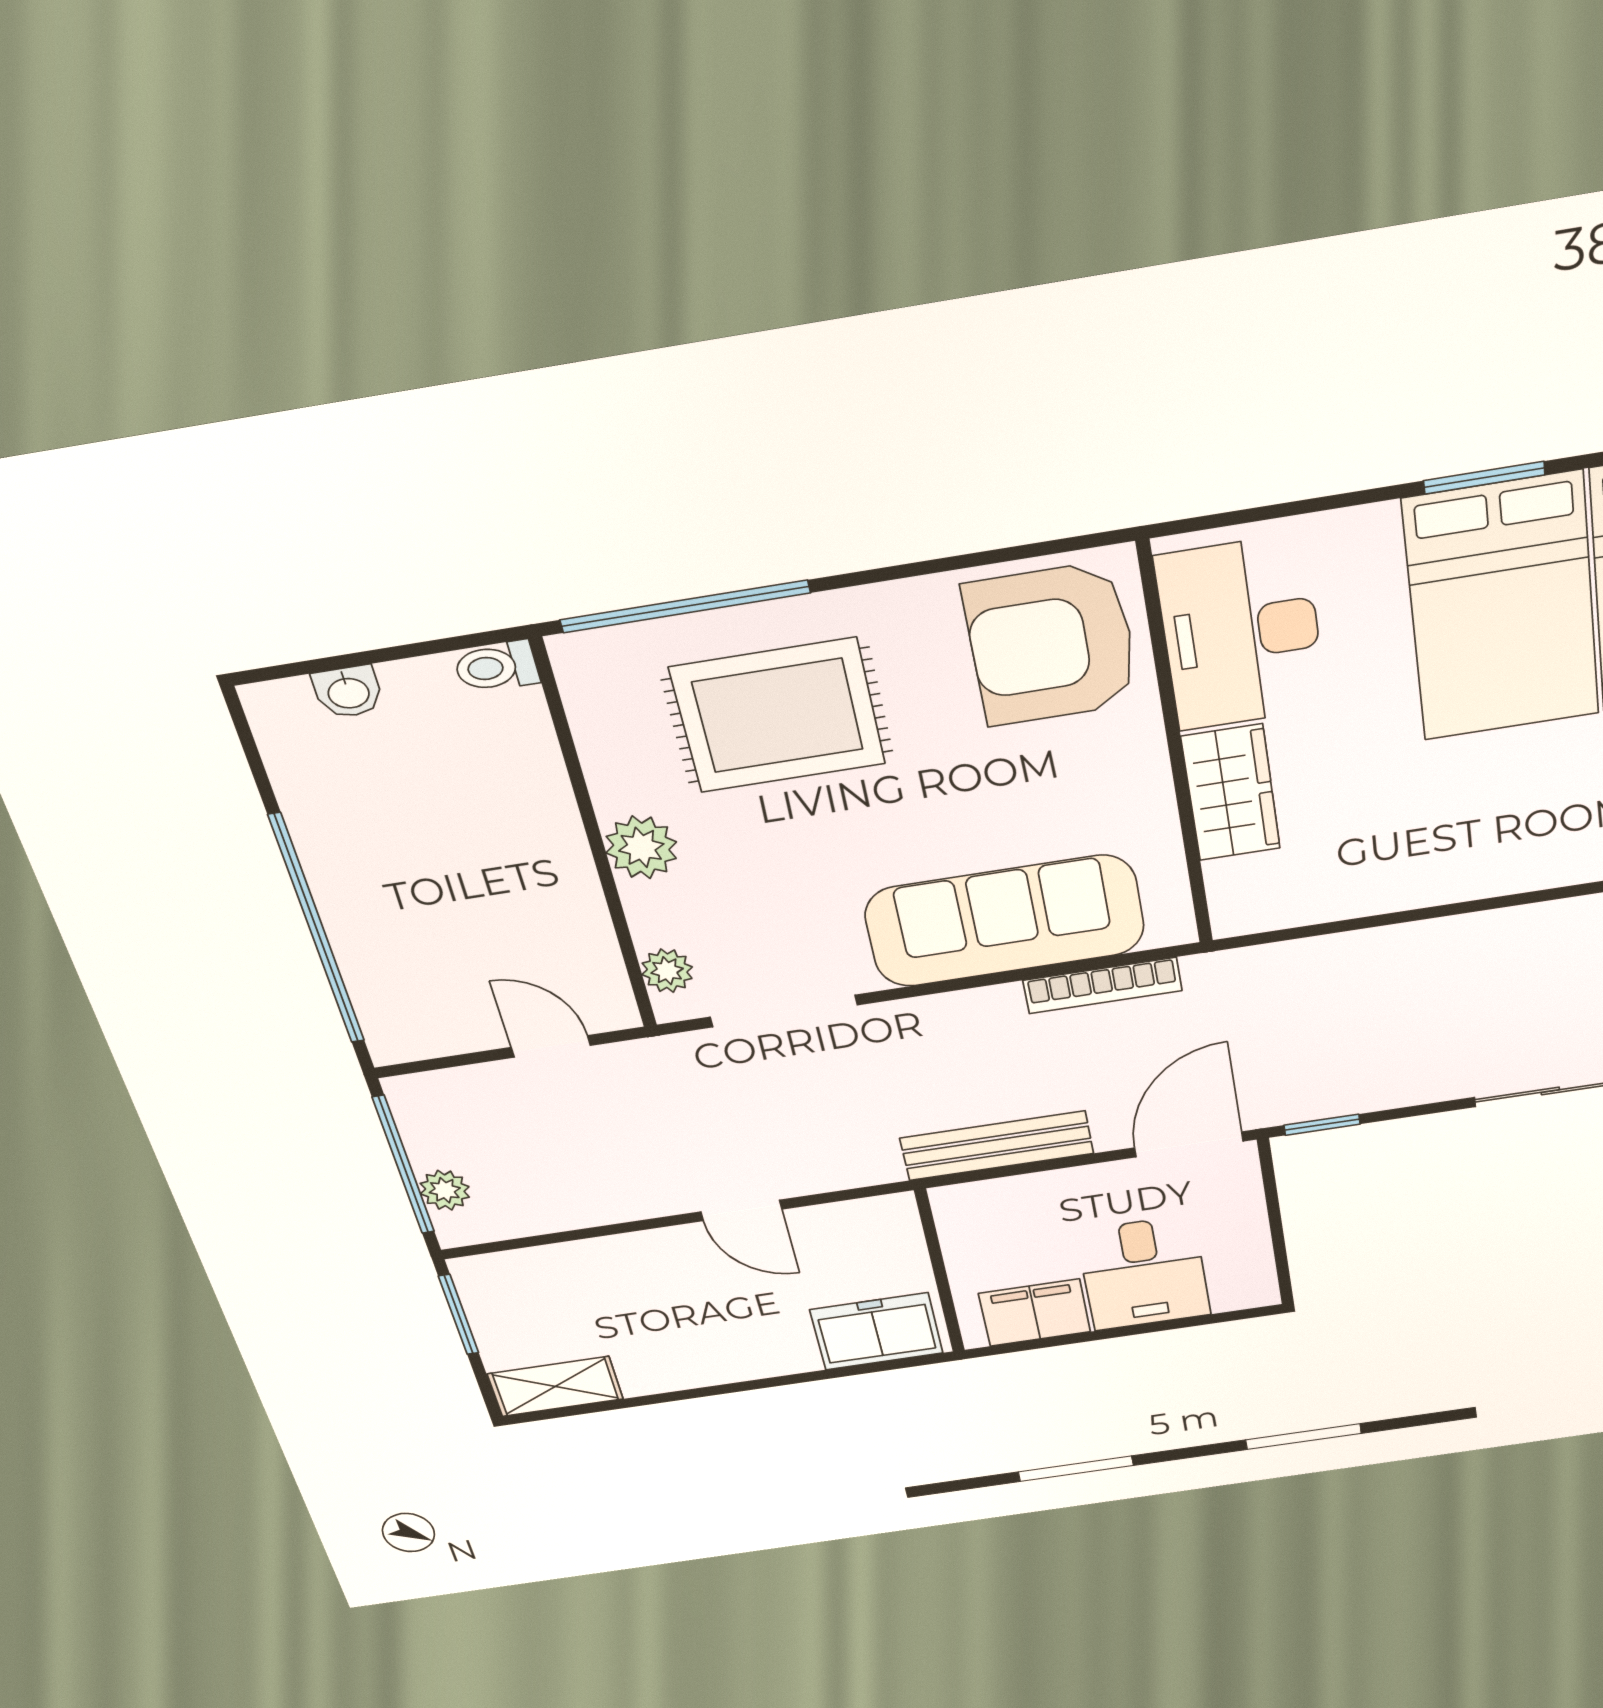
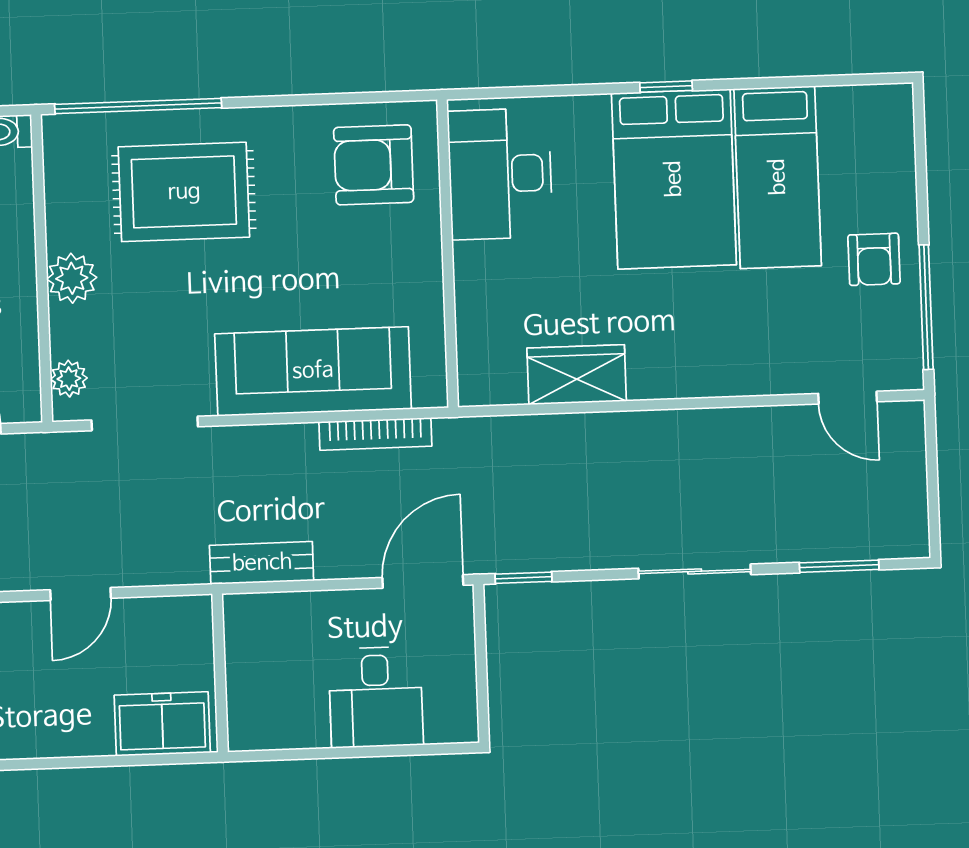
window: (1484, 478) -> (666, 87), width x0.67
armchair: (1051, 644) -> (374, 165), width x0.73, depth x0.73
wardrobe: (1231, 793) -> (577, 375), moved, turned -90
bench: (997, 1146) -> (262, 563), width x0.73
door: (741, 1210) -> (81, 594), hinge flipped
filing cabinet: (1035, 1313) -> (287, 723), removed

